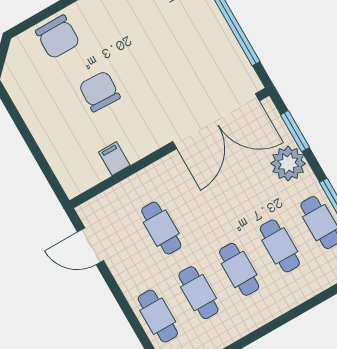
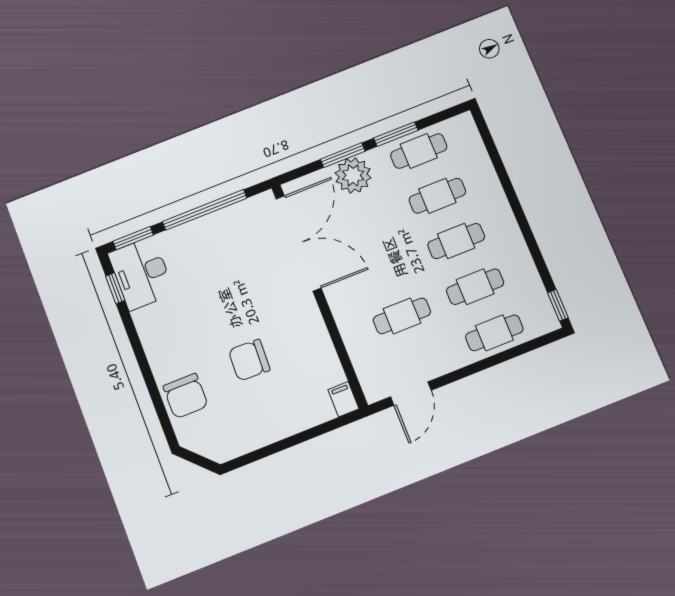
chair: (58, 37) -> (186, 396), turned 90
window: (295, 131) -> (343, 155), moved
filing cabinet: (114, 159) -> (343, 399), moved, turned 90

